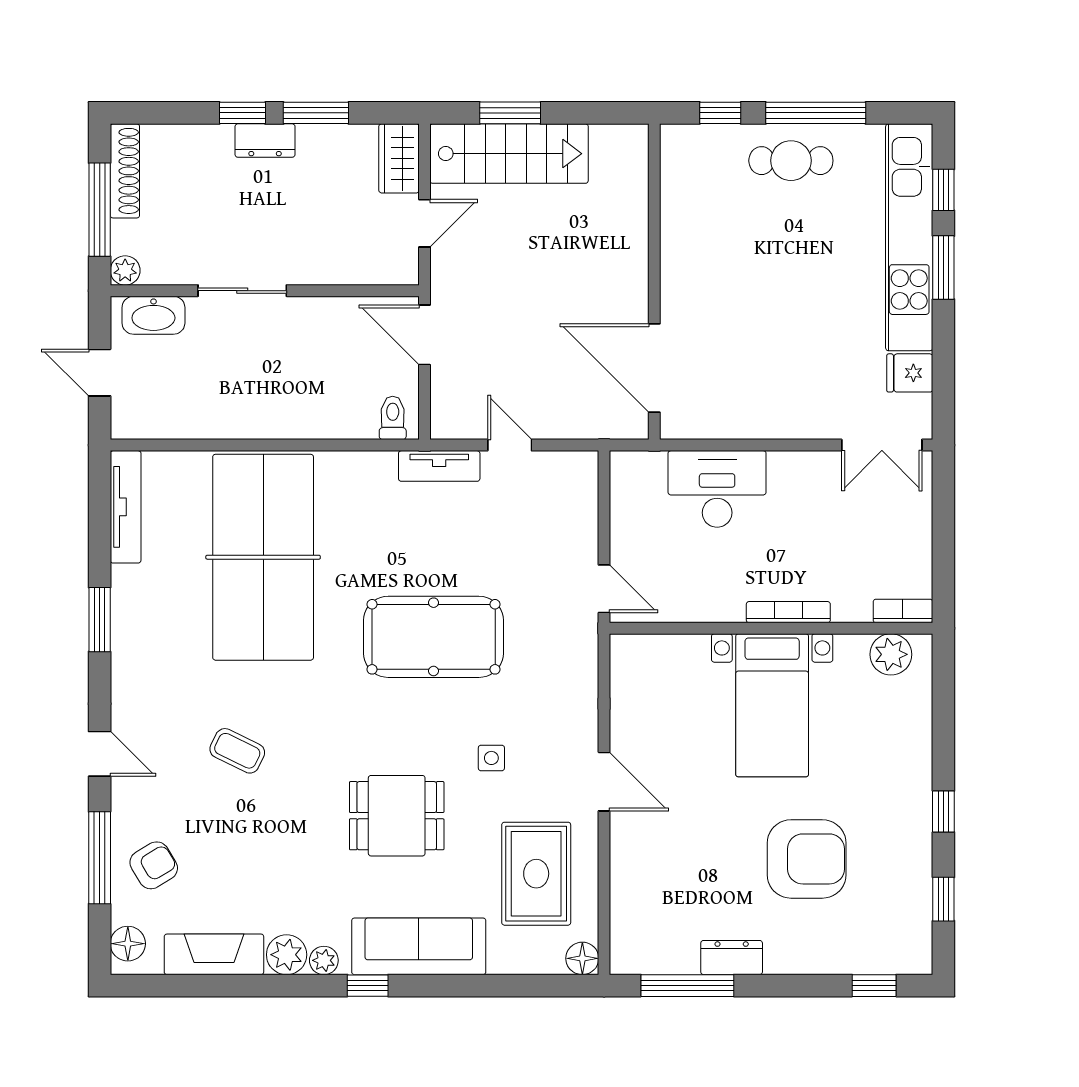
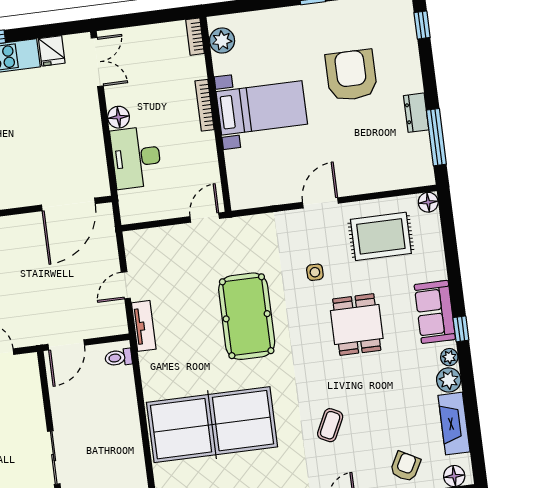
floor lamp: (787, 469) -> (119, 117), added
armchair: (154, 865) -> (405, 467), turned 59
sofa: (419, 946) -> (435, 312), width x0.73

